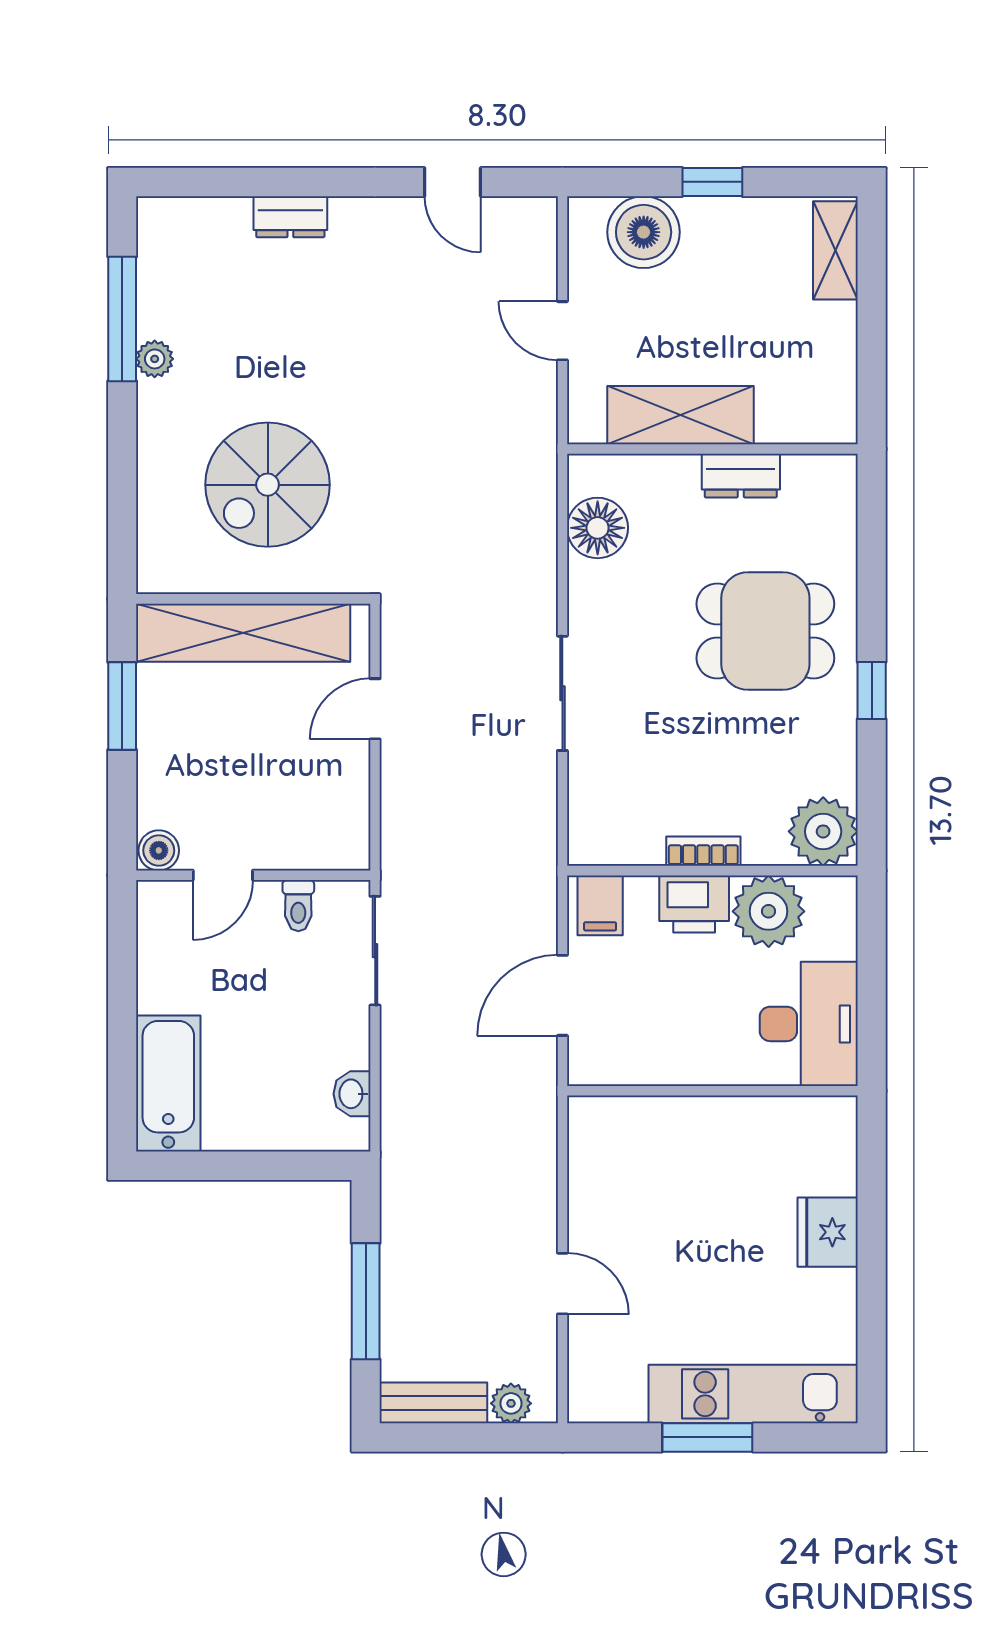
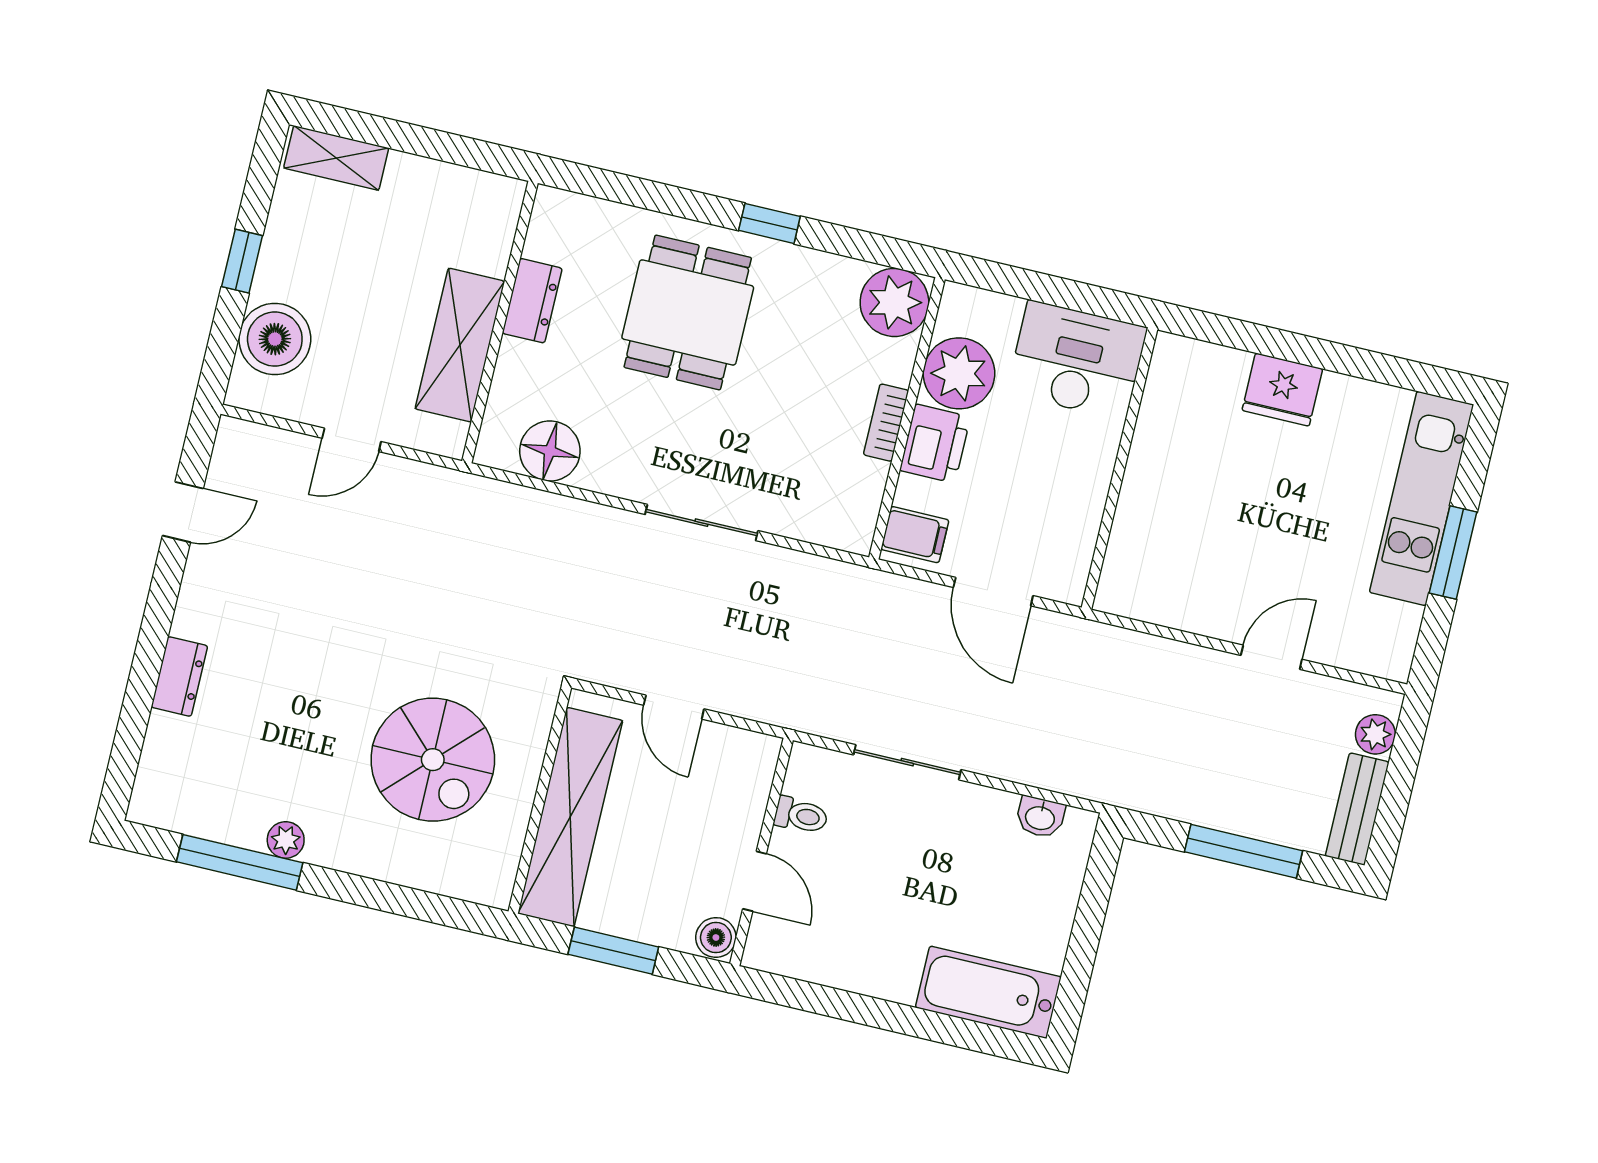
boiler: (159, 850) -> (716, 937), moved
door: (223, 875) -> (755, 881), moved
wall: (253, 875) -> (761, 852), moved
toilet: (298, 906) -> (801, 815), moved

